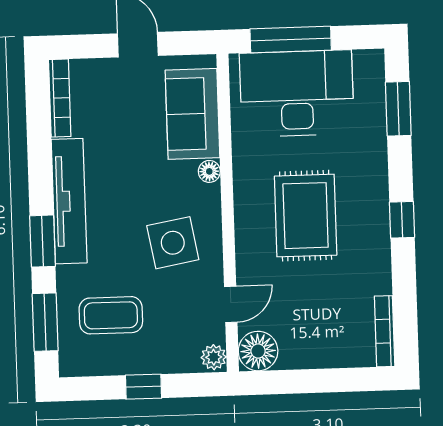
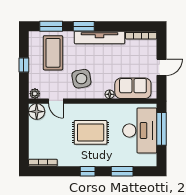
window: (398, 109) -> (122, 171), moved
coffee table: (111, 315) -> (53, 53), width x1.36, depth x1.32

